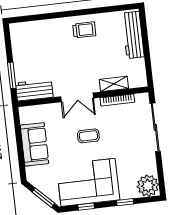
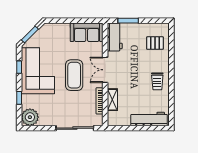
pallet: (36, 38) -> (155, 43), added
coffee table: (88, 136) -> (74, 75), width x1.86, depth x1.72
sofa: (34, 144) -> (87, 32), moved

